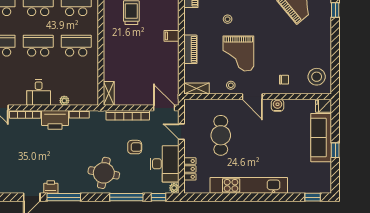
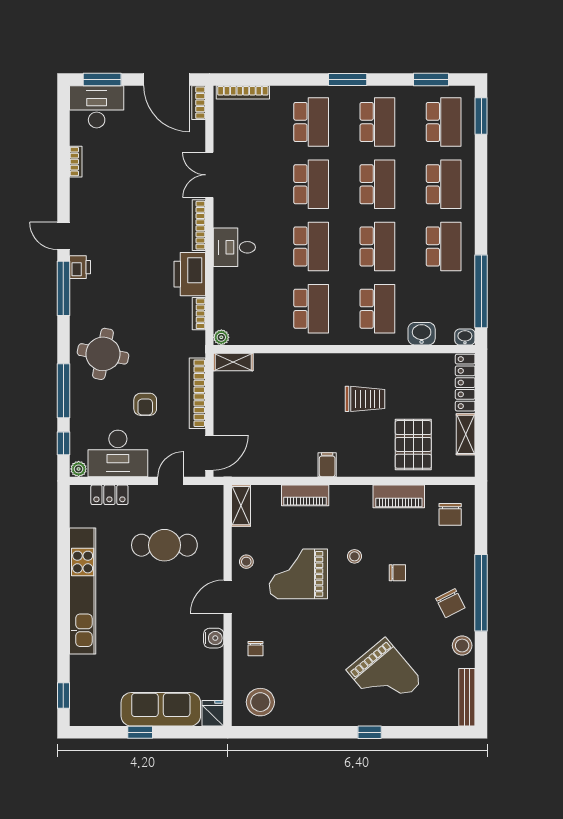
plant: (64, 101) -> (221, 337), moved

